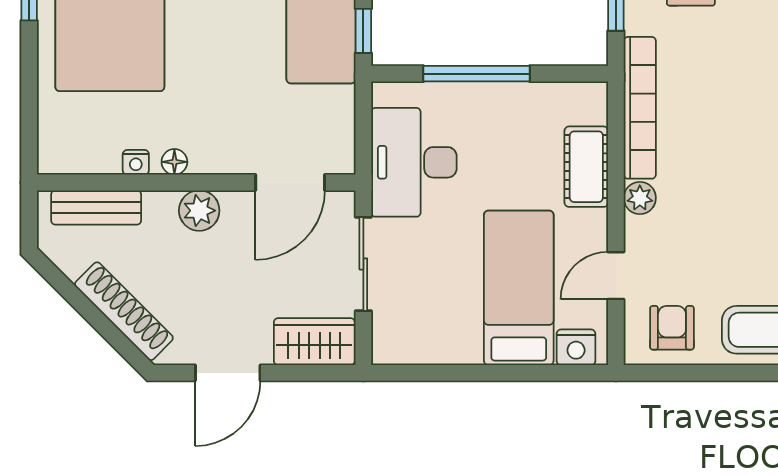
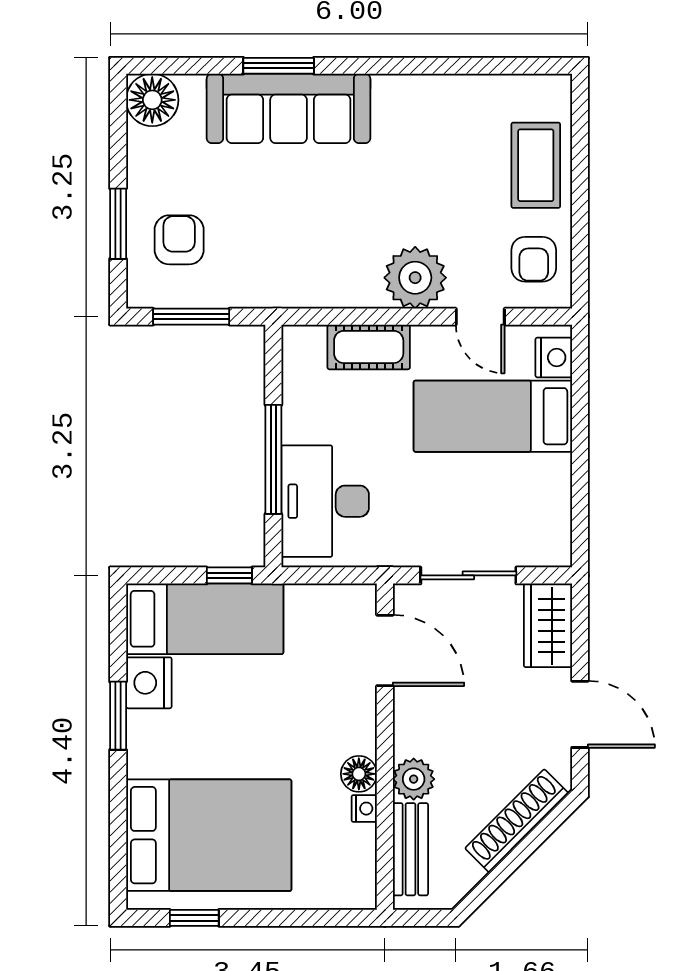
bookcase: (640, 108) -> (308, 292), removed
floor lamp: (174, 162) -> (359, 774), width x1.37, depth x1.37
desk: (414, 162) -> (325, 501), moved, turned 90
plant: (640, 198) -> (415, 278), width x1.87, depth x1.87
plant: (199, 211) -> (414, 779), moved
armchair: (672, 328) -> (534, 259), turned -90

